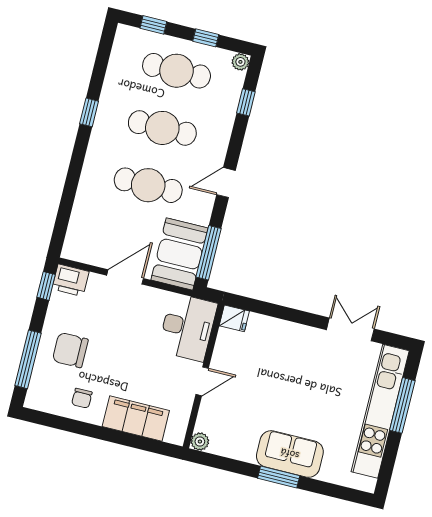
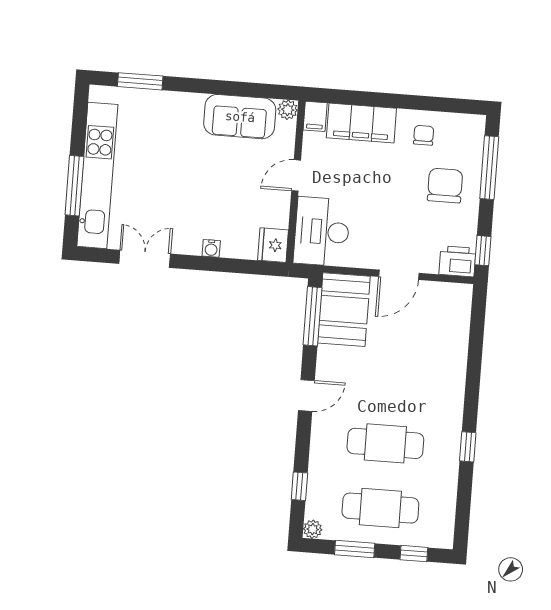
window: (206, 38) -> (355, 549), width x1.50
cafe table: (148, 185) -> (390, 379), removed
fridge: (234, 318) -> (273, 245), width x1.38
water cooler: (289, 329) -> (211, 248), added
double door: (350, 329) -> (145, 259), swing flipped
chair: (70, 350) -> (445, 185), turned -90
filing cabinet: (176, 431) -> (315, 116), added
sofa: (290, 454) -> (240, 117), moved
window: (279, 477) -> (140, 81), moved

